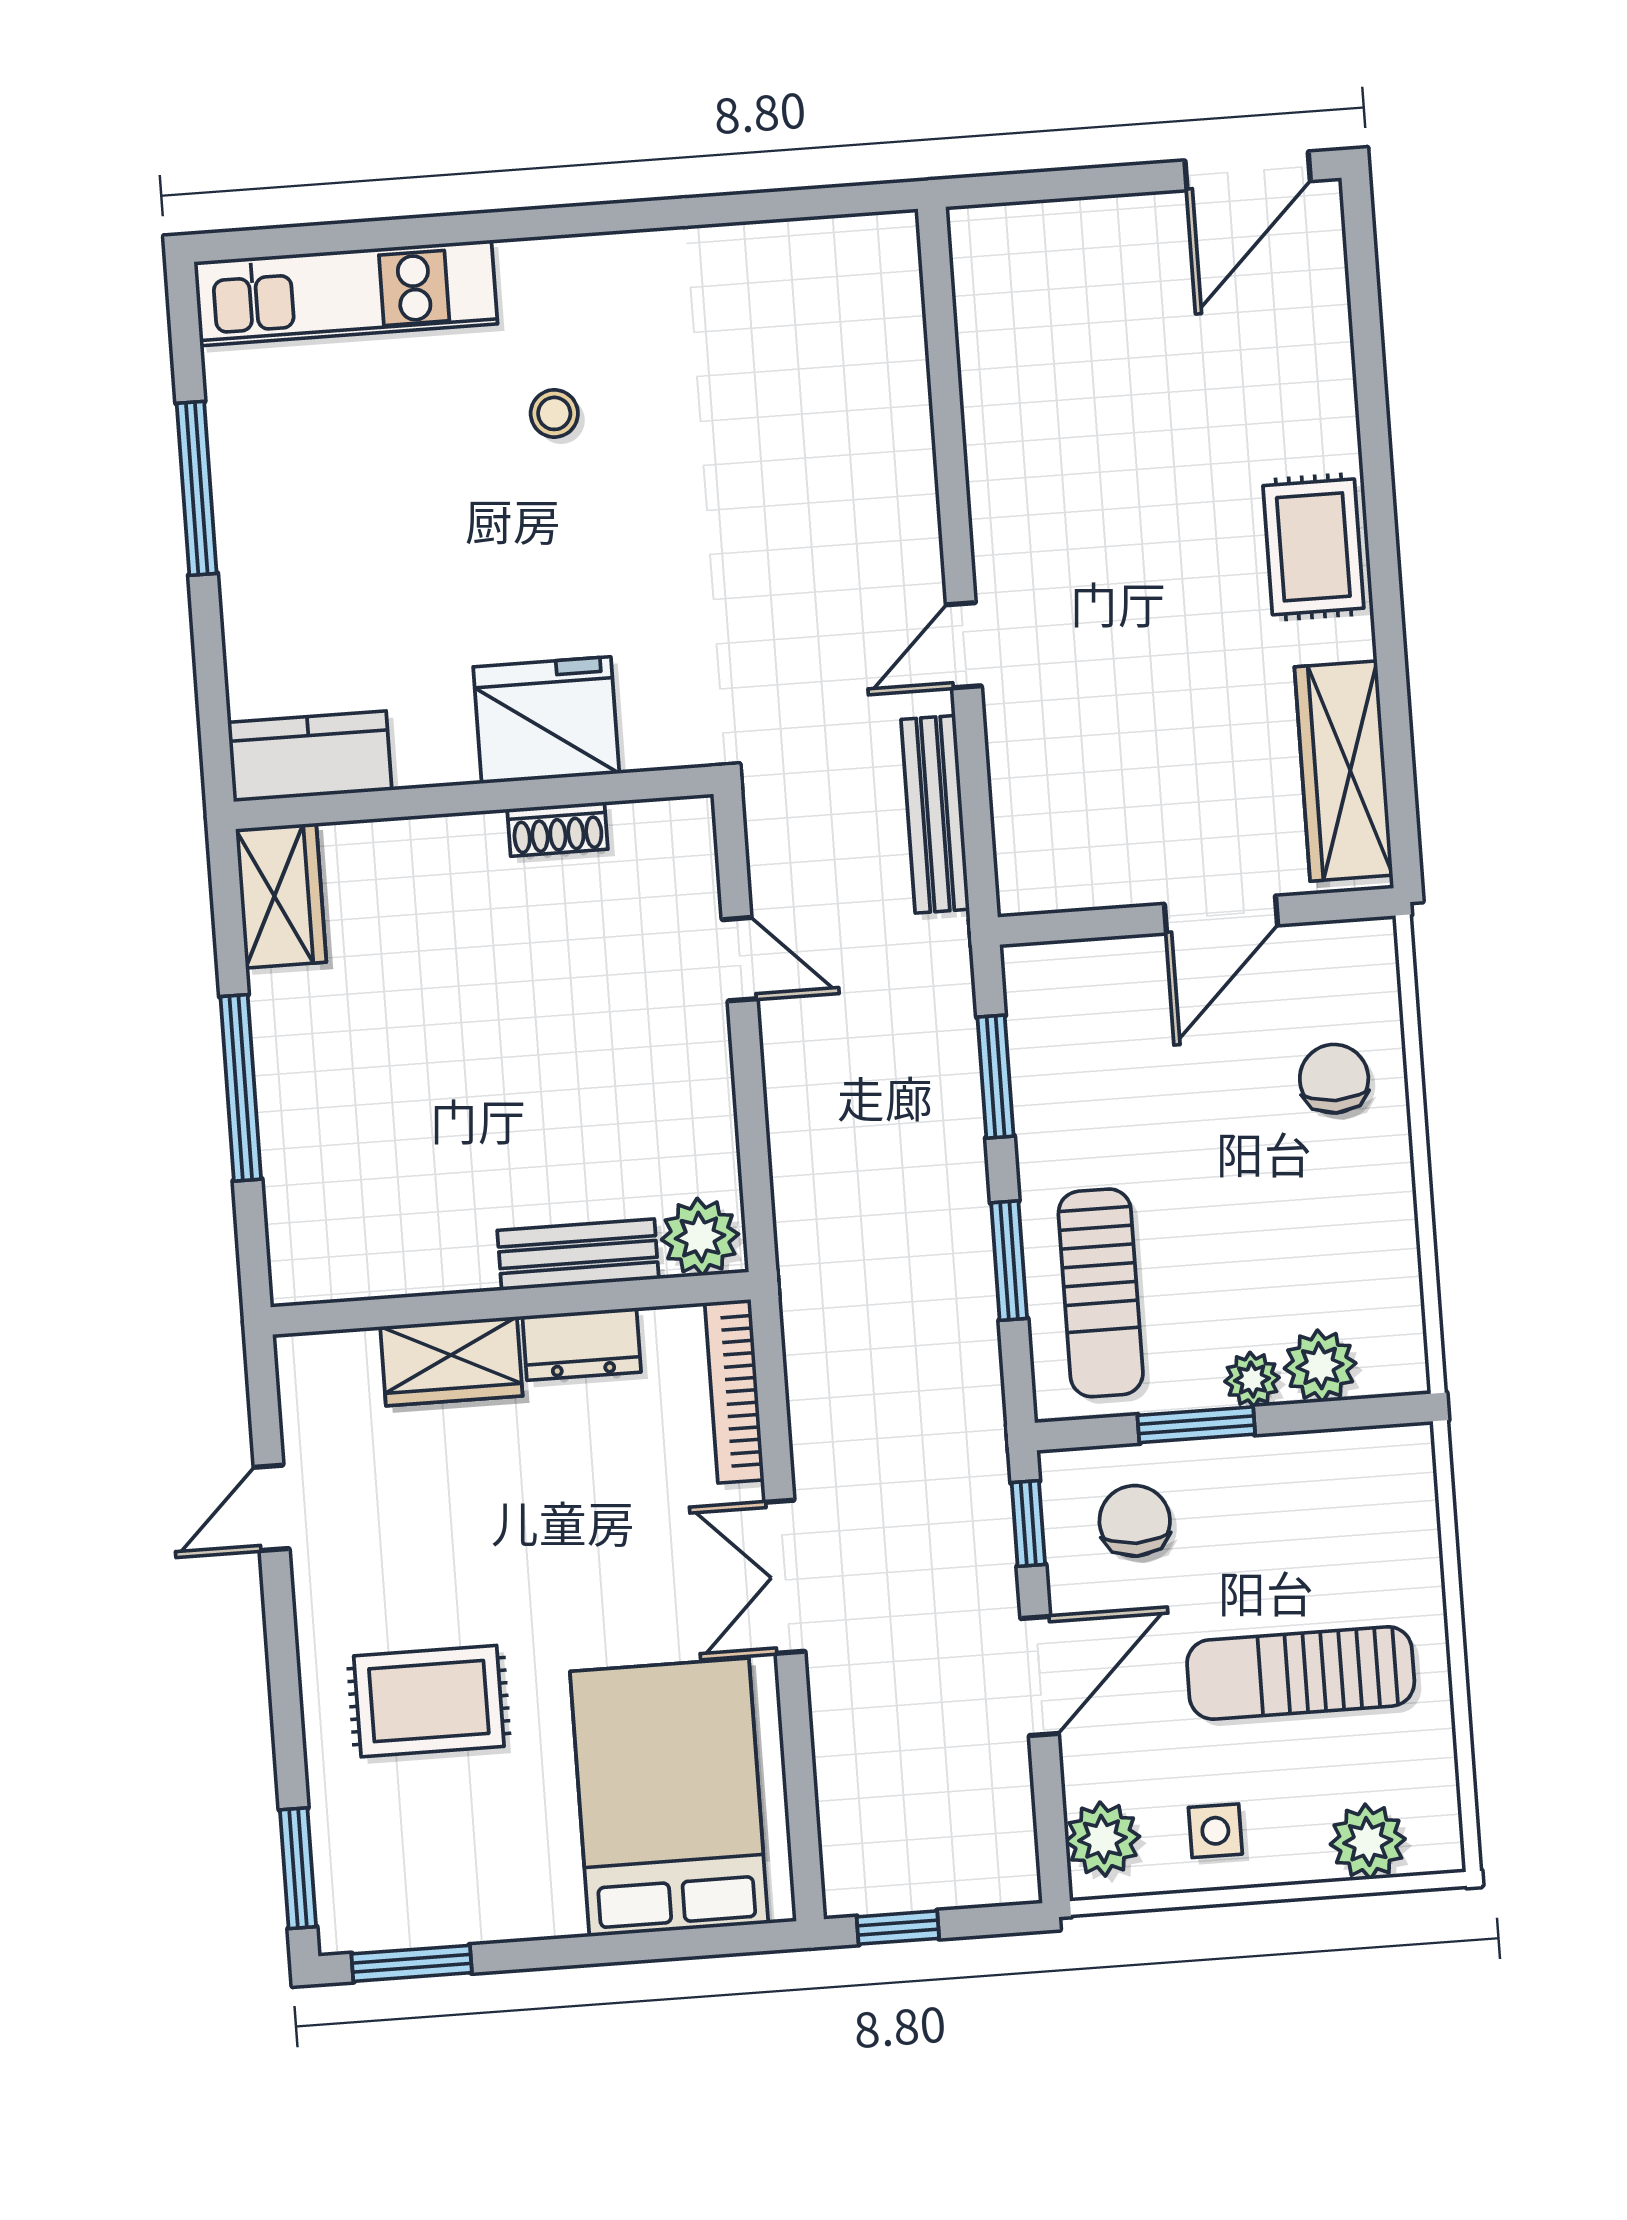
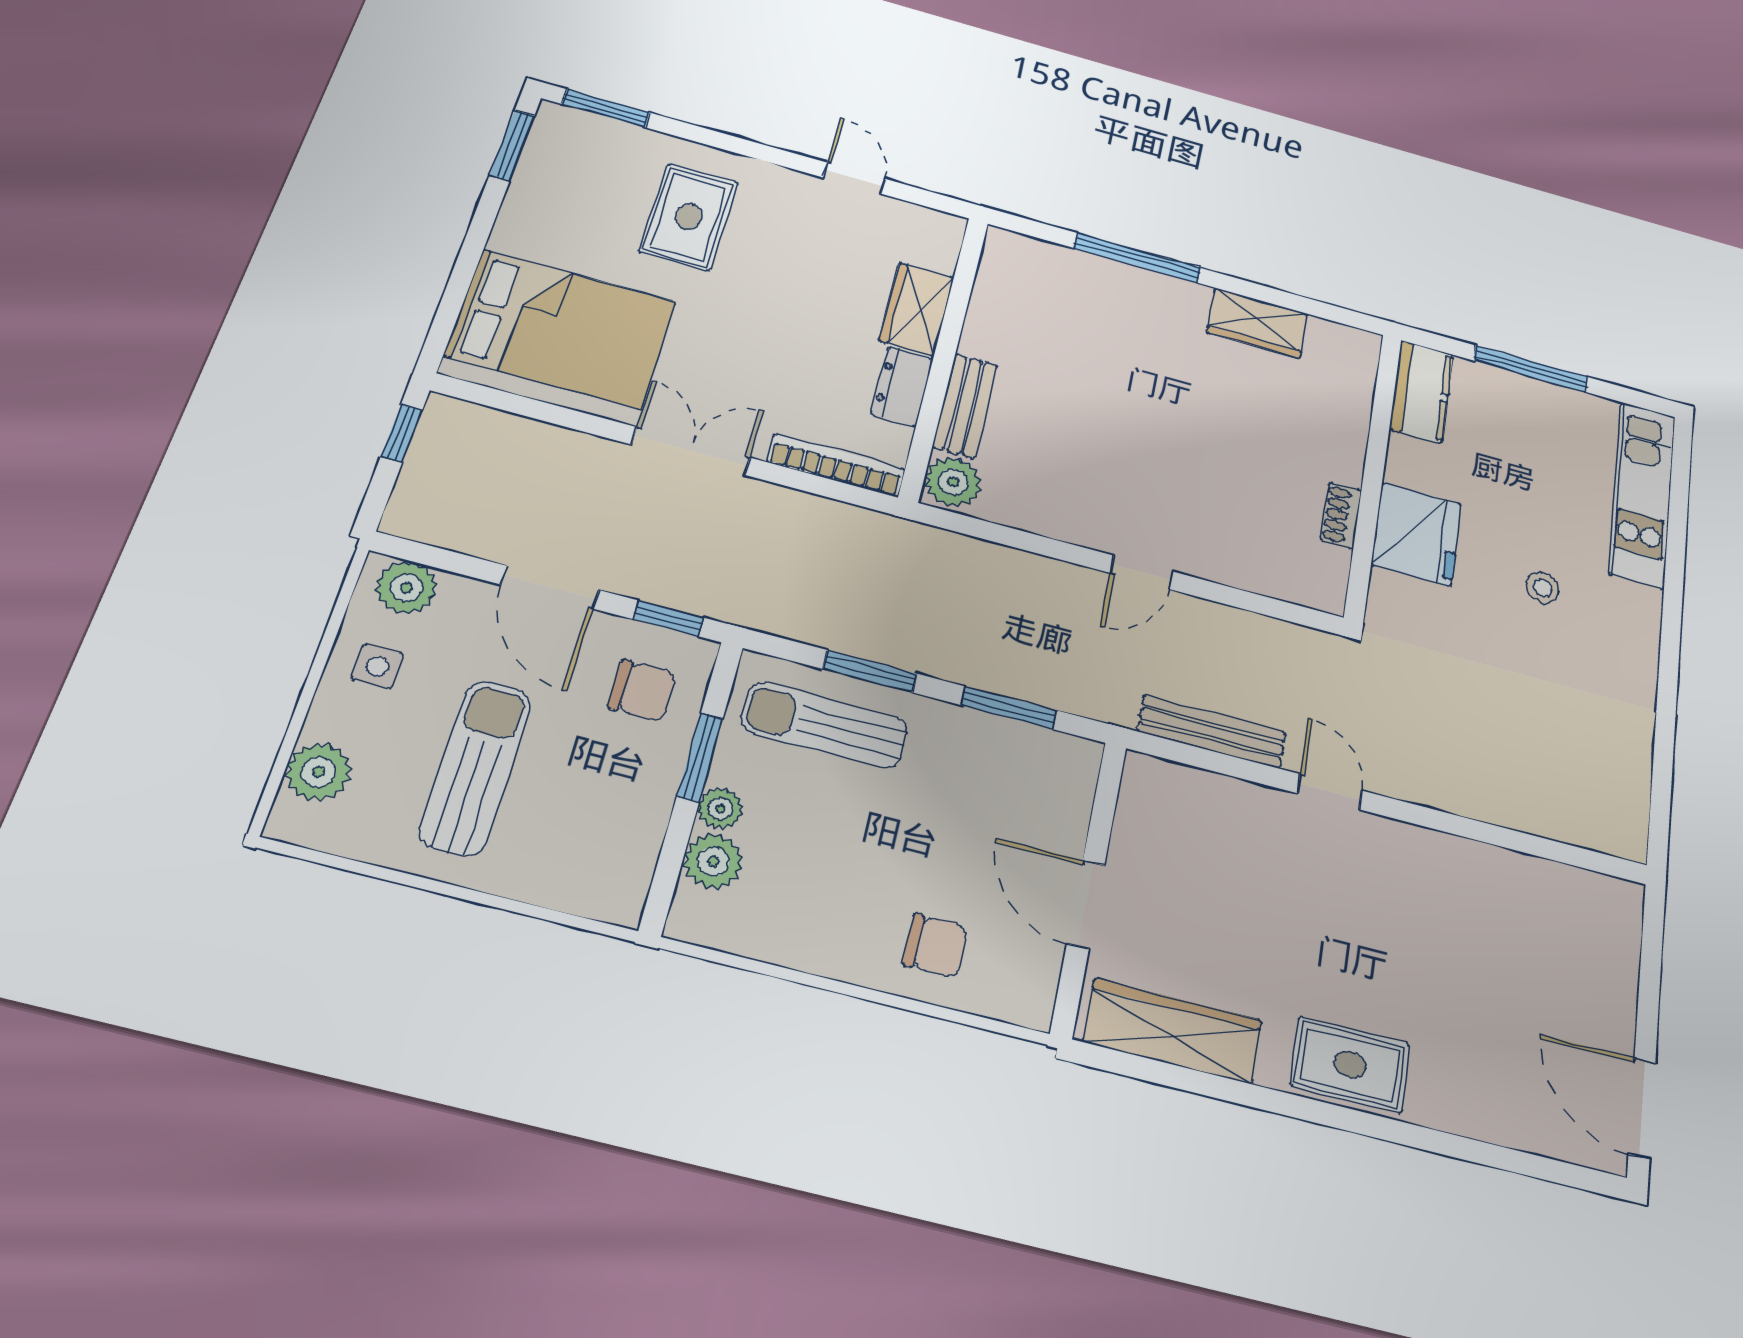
fridge: (546, 720) -> (1416, 534), moved
kitchen counter: (310, 756) -> (1421, 392), moved
wall: (474, 798) -> (1373, 474), moved
shoe rack: (558, 829) -> (1341, 515), moved

